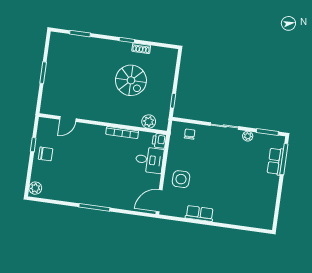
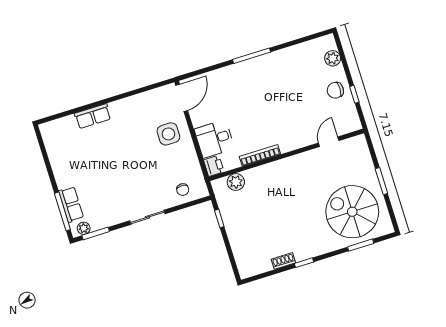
spiral stairs: (131, 80) -> (352, 212), moved, width x1.37, depth x1.37
plant: (248, 136) -> (84, 228), moved
plant: (35, 188) -> (333, 58), moved
row of seats: (200, 214) -> (93, 116), moved

